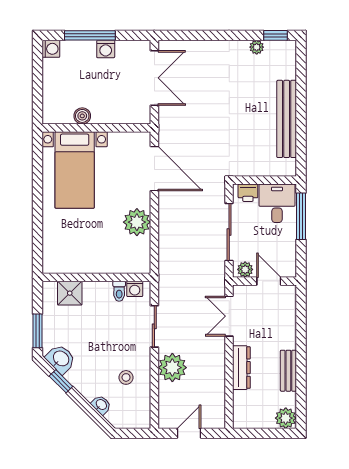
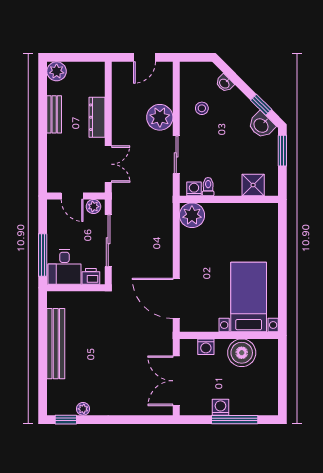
washing machine: (51, 49) -> (206, 347), moved, turned -90
boiler: (82, 116) -> (242, 353), width x1.86, depth x1.86
plant: (137, 222) -> (192, 215), moved

